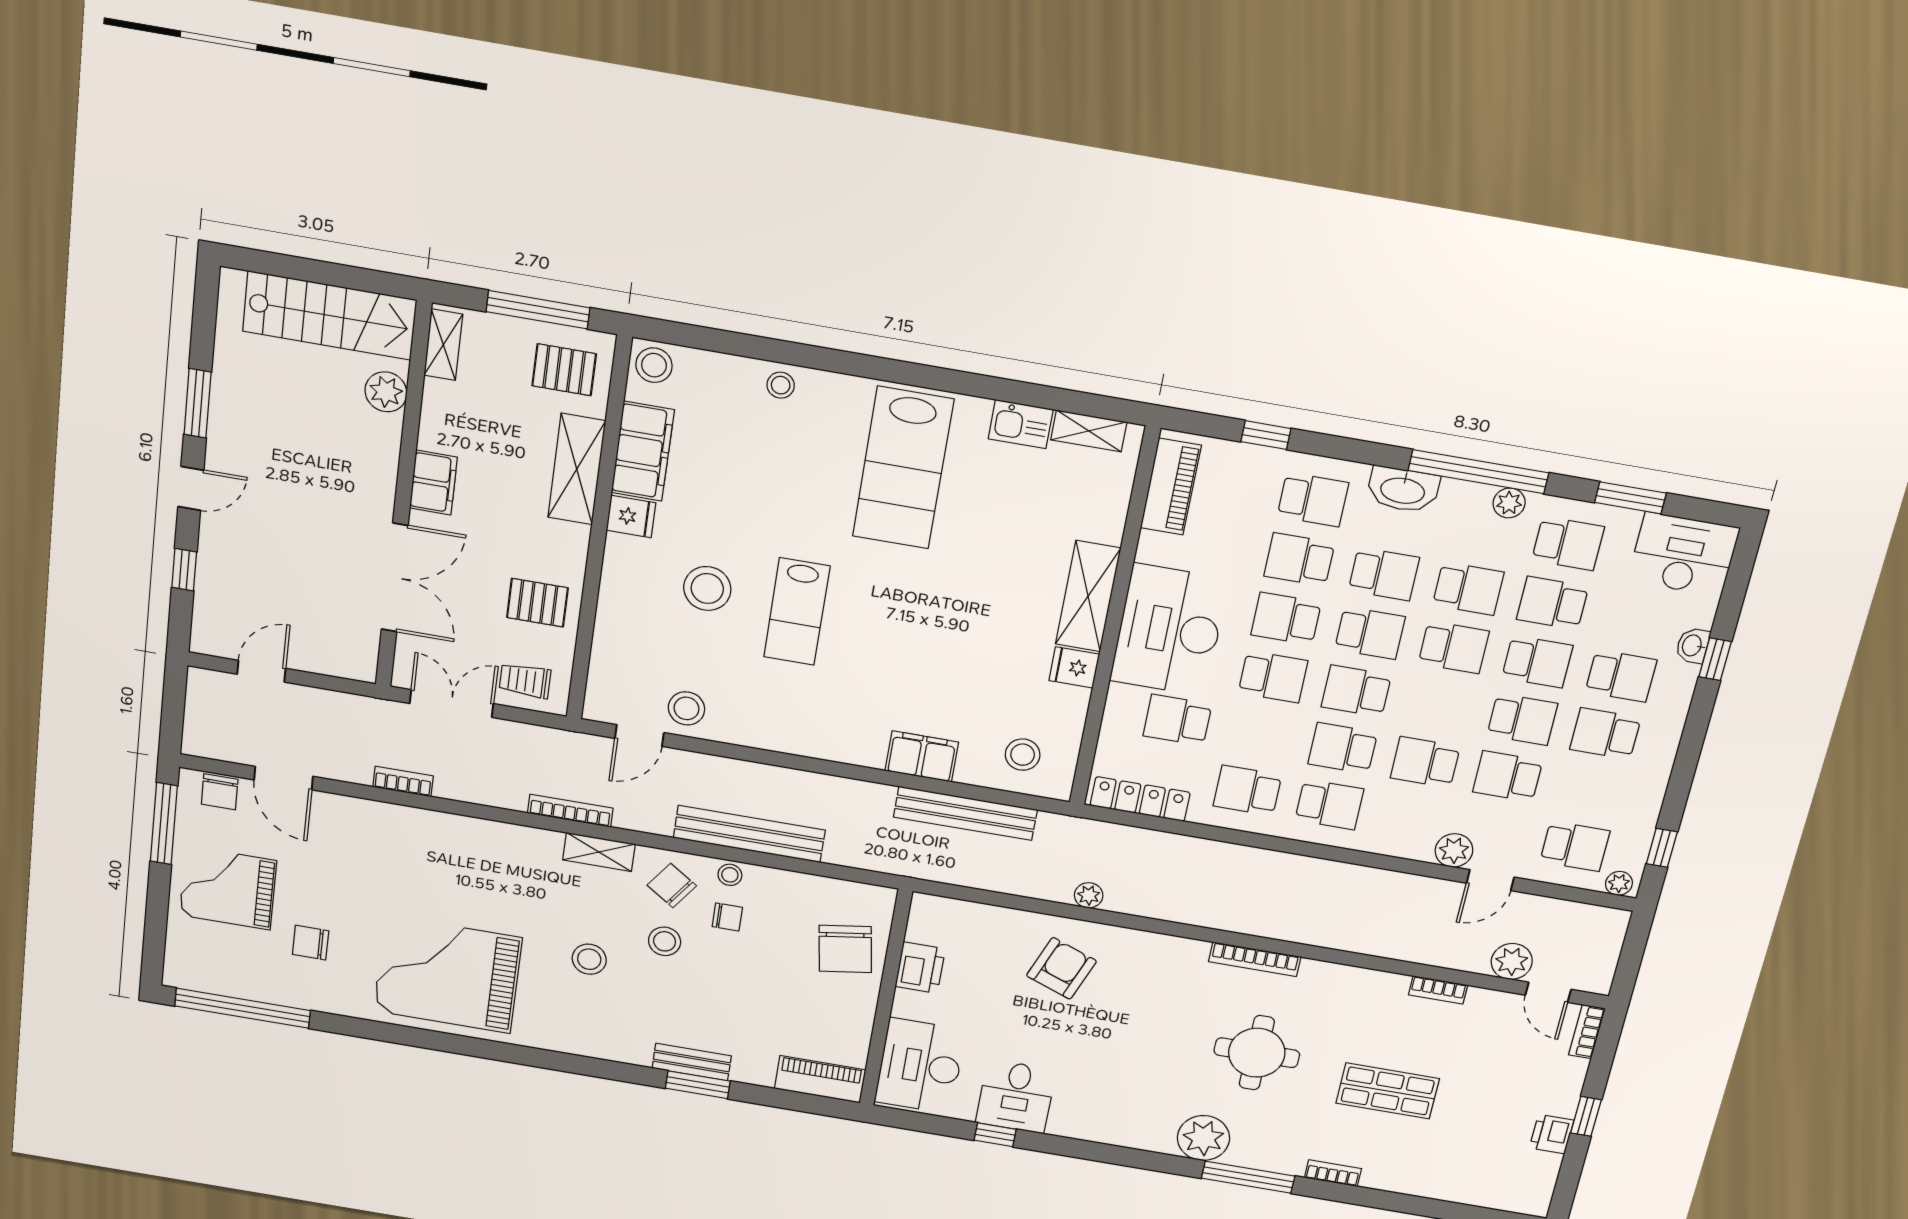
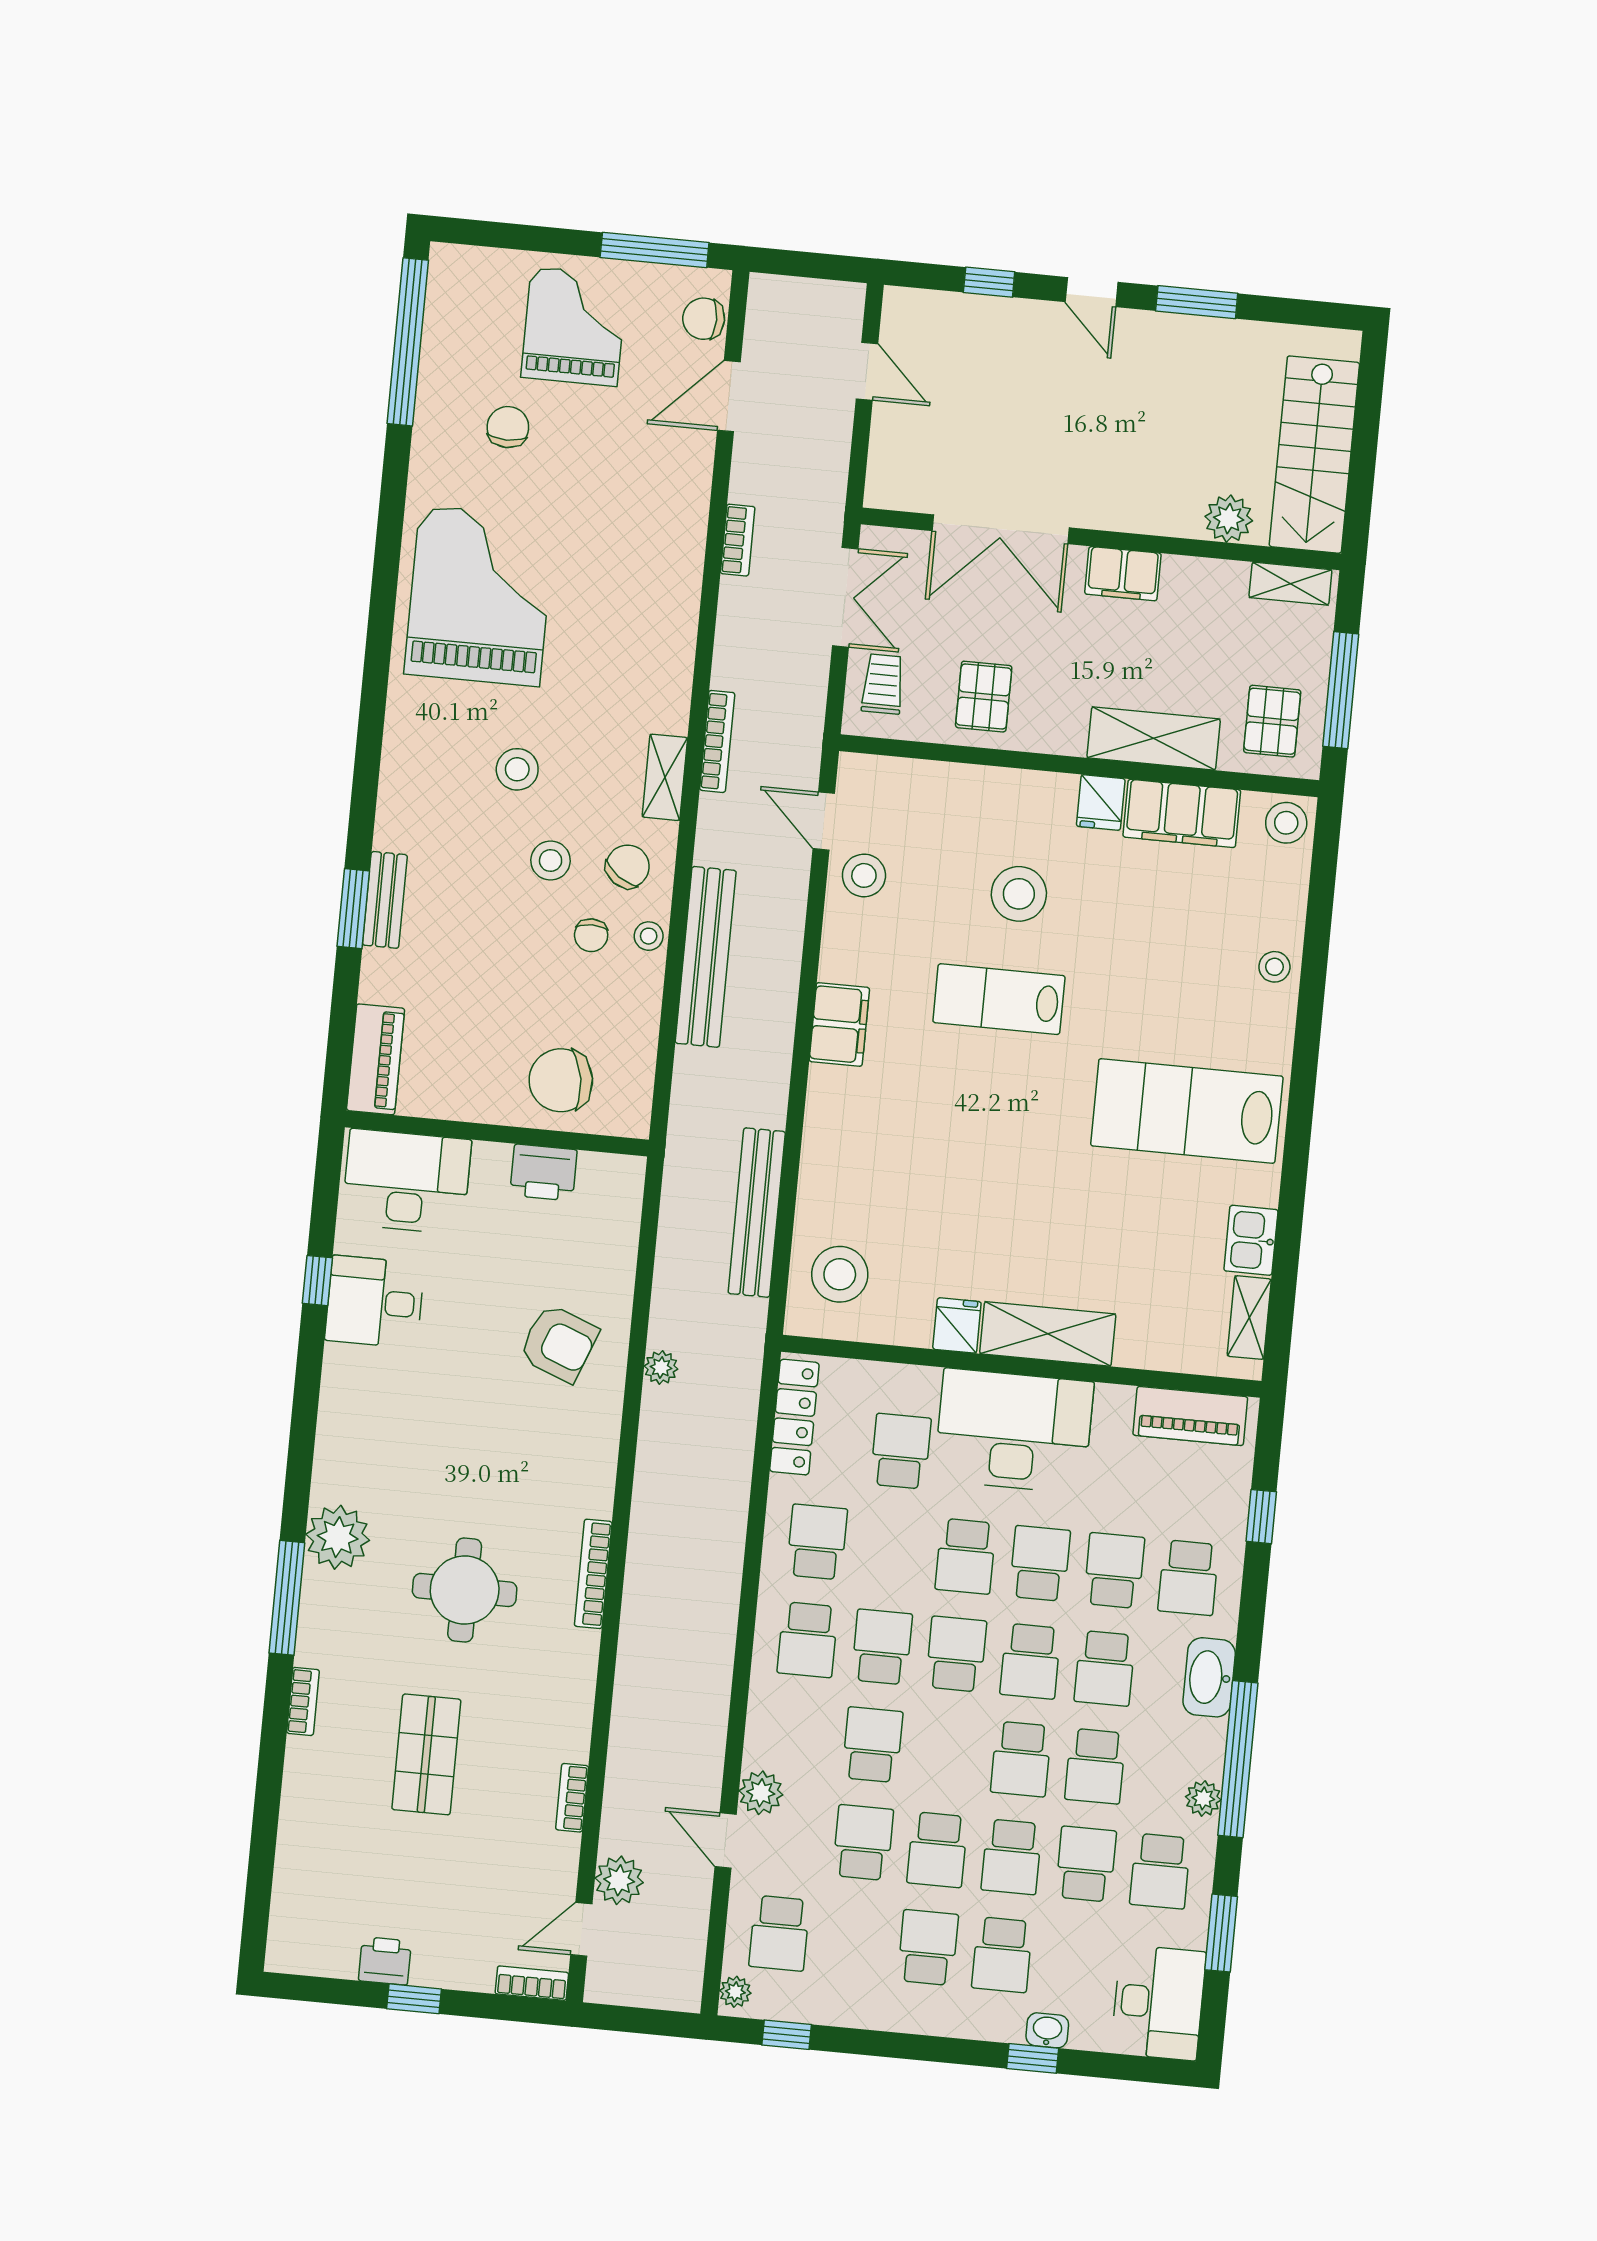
stool: (1023, 755) -> (840, 1274), width x1.38, depth x1.38
filing cabinet: (922, 756) -> (839, 1024), moved

